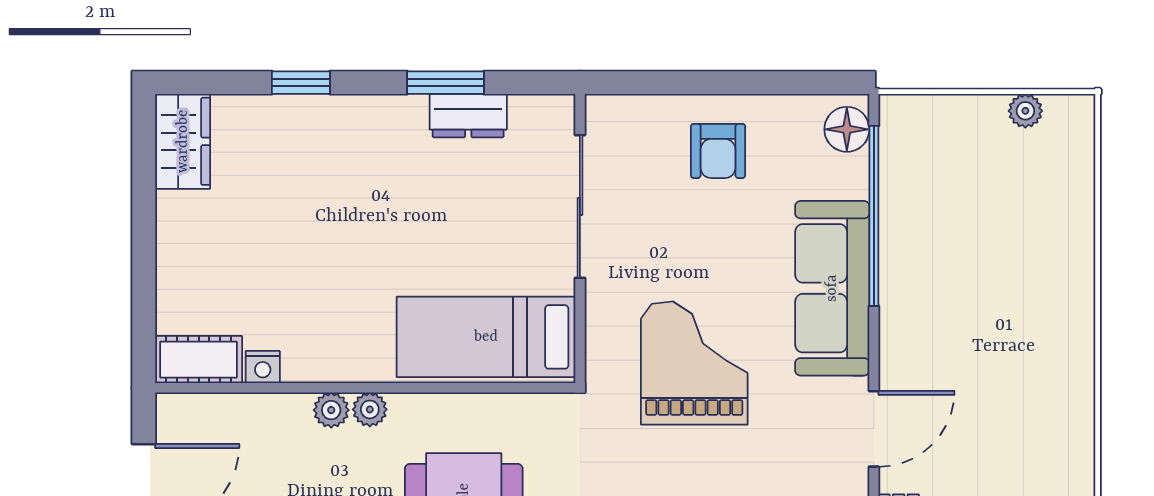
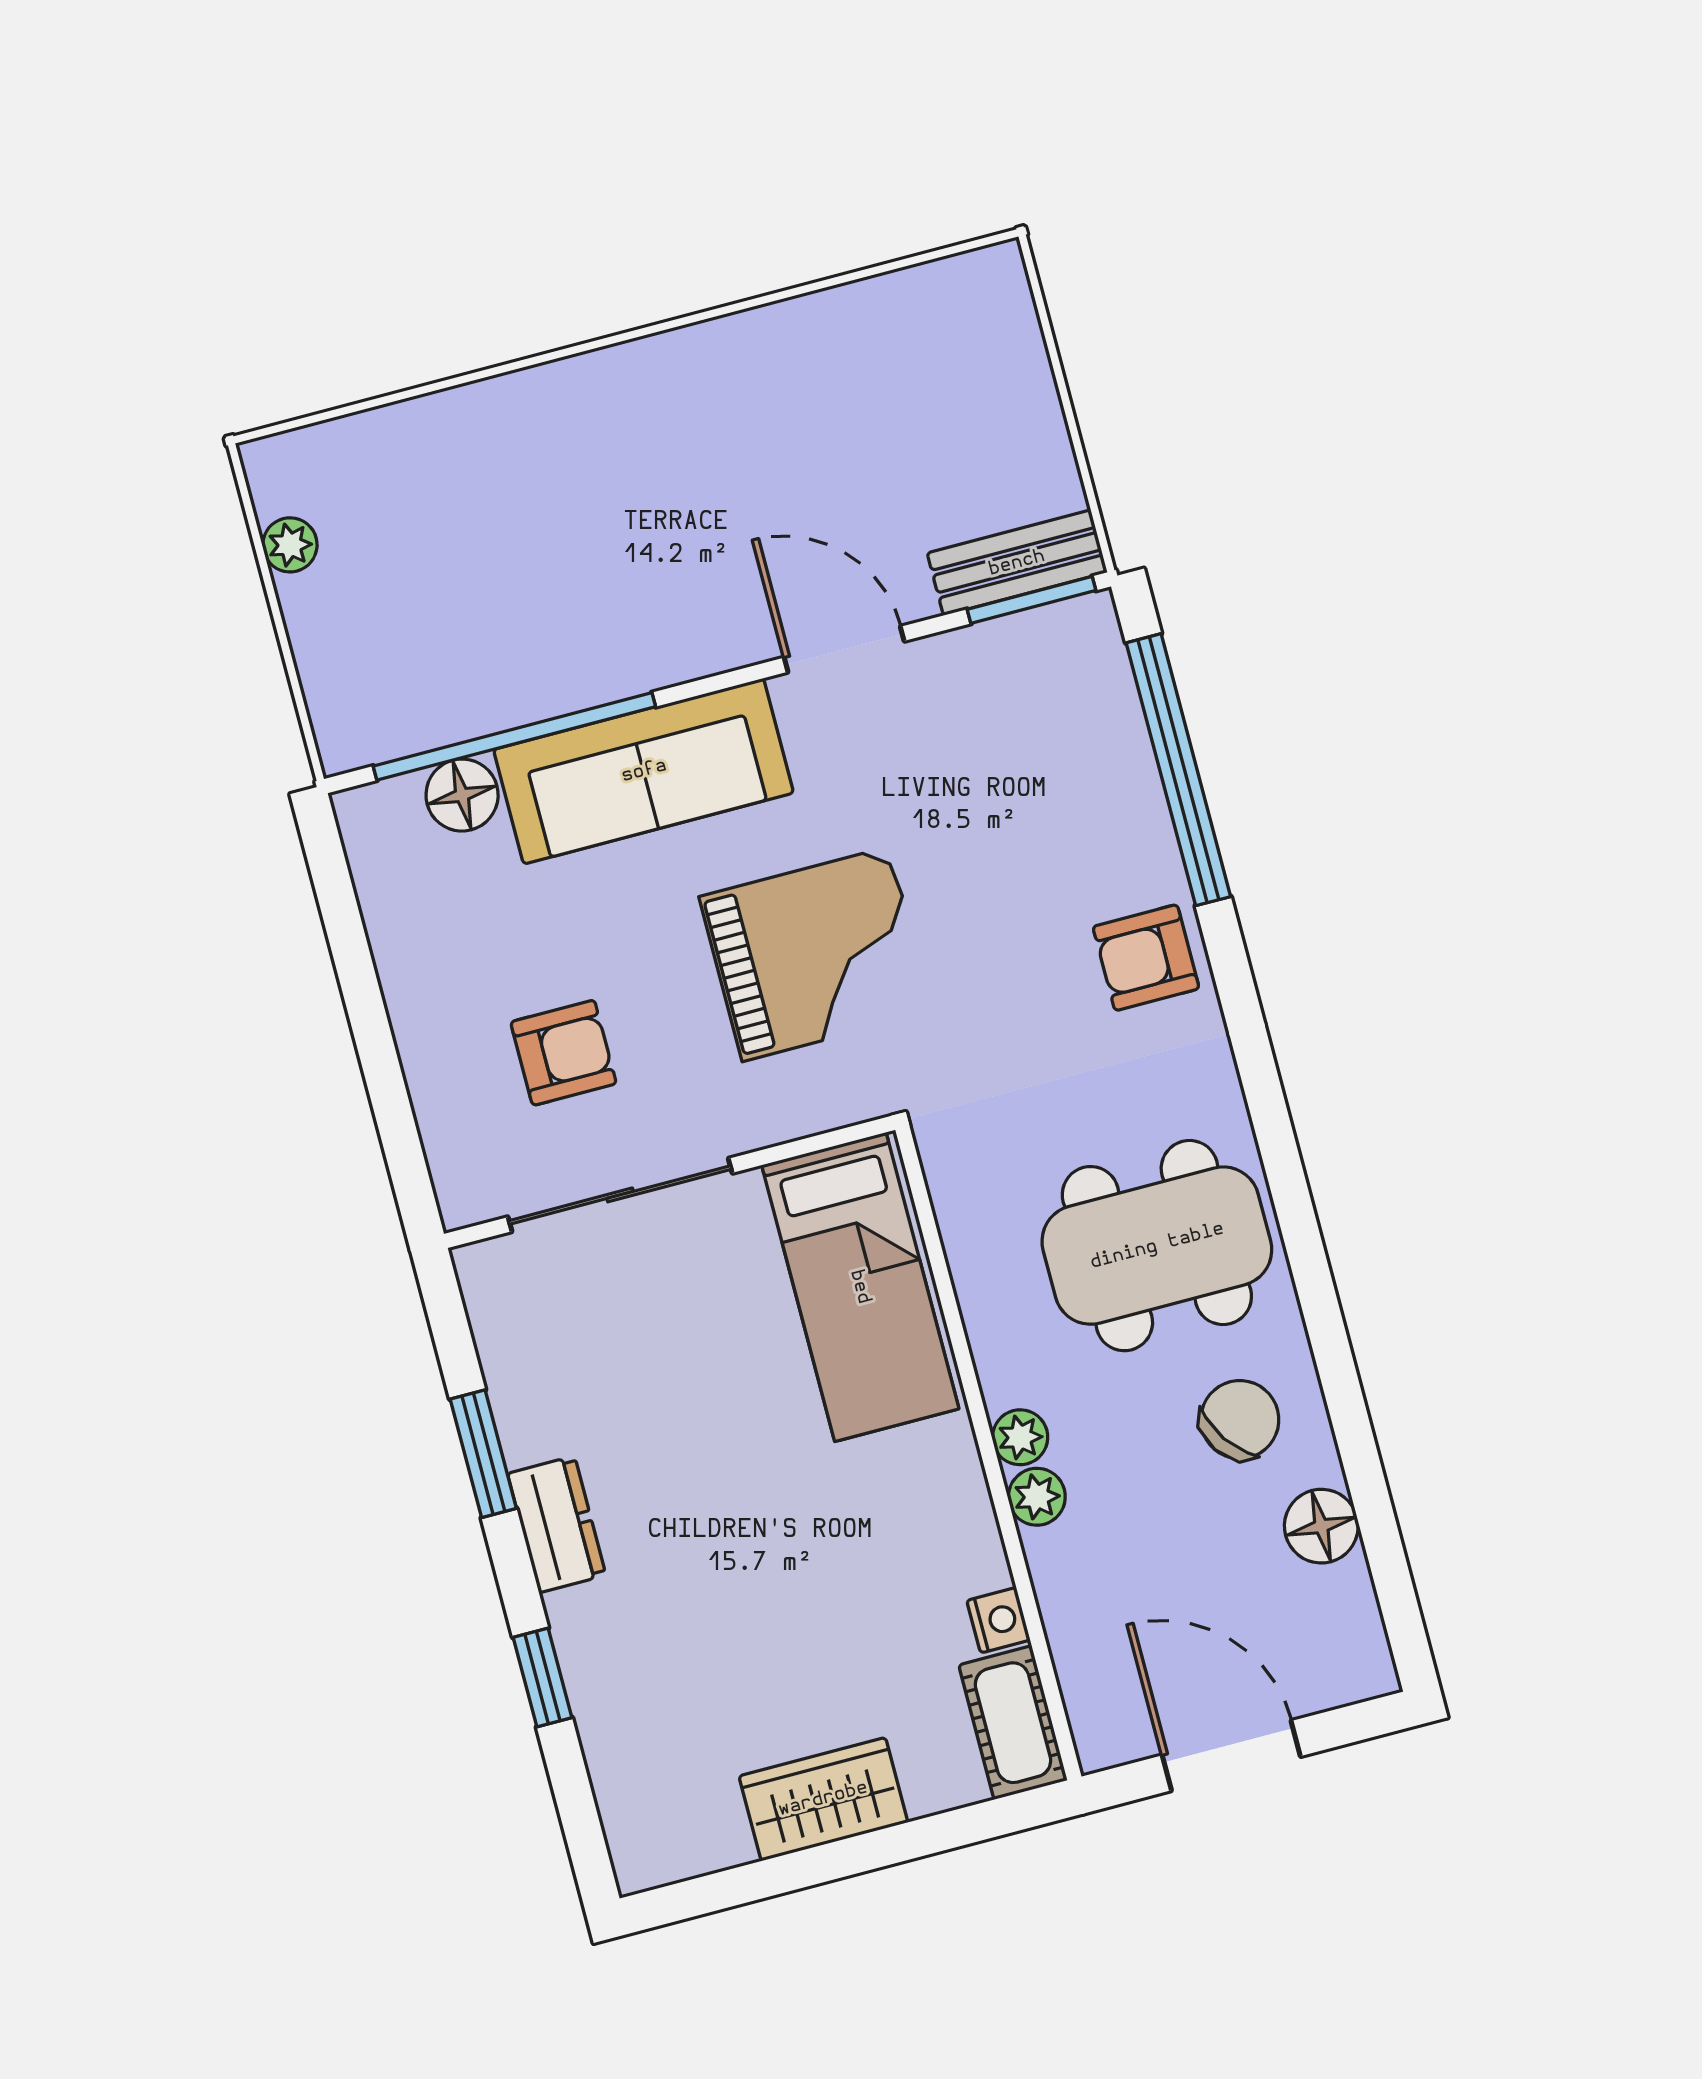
dresser: (468, 116) -> (557, 1524), moved
floor lamp: (847, 129) -> (462, 795), moved
wardrobe: (183, 141) -> (823, 1799), moved
armchair: (718, 151) -> (564, 1053), moved
grand piano: (694, 363) -> (816, 954), turned 180

